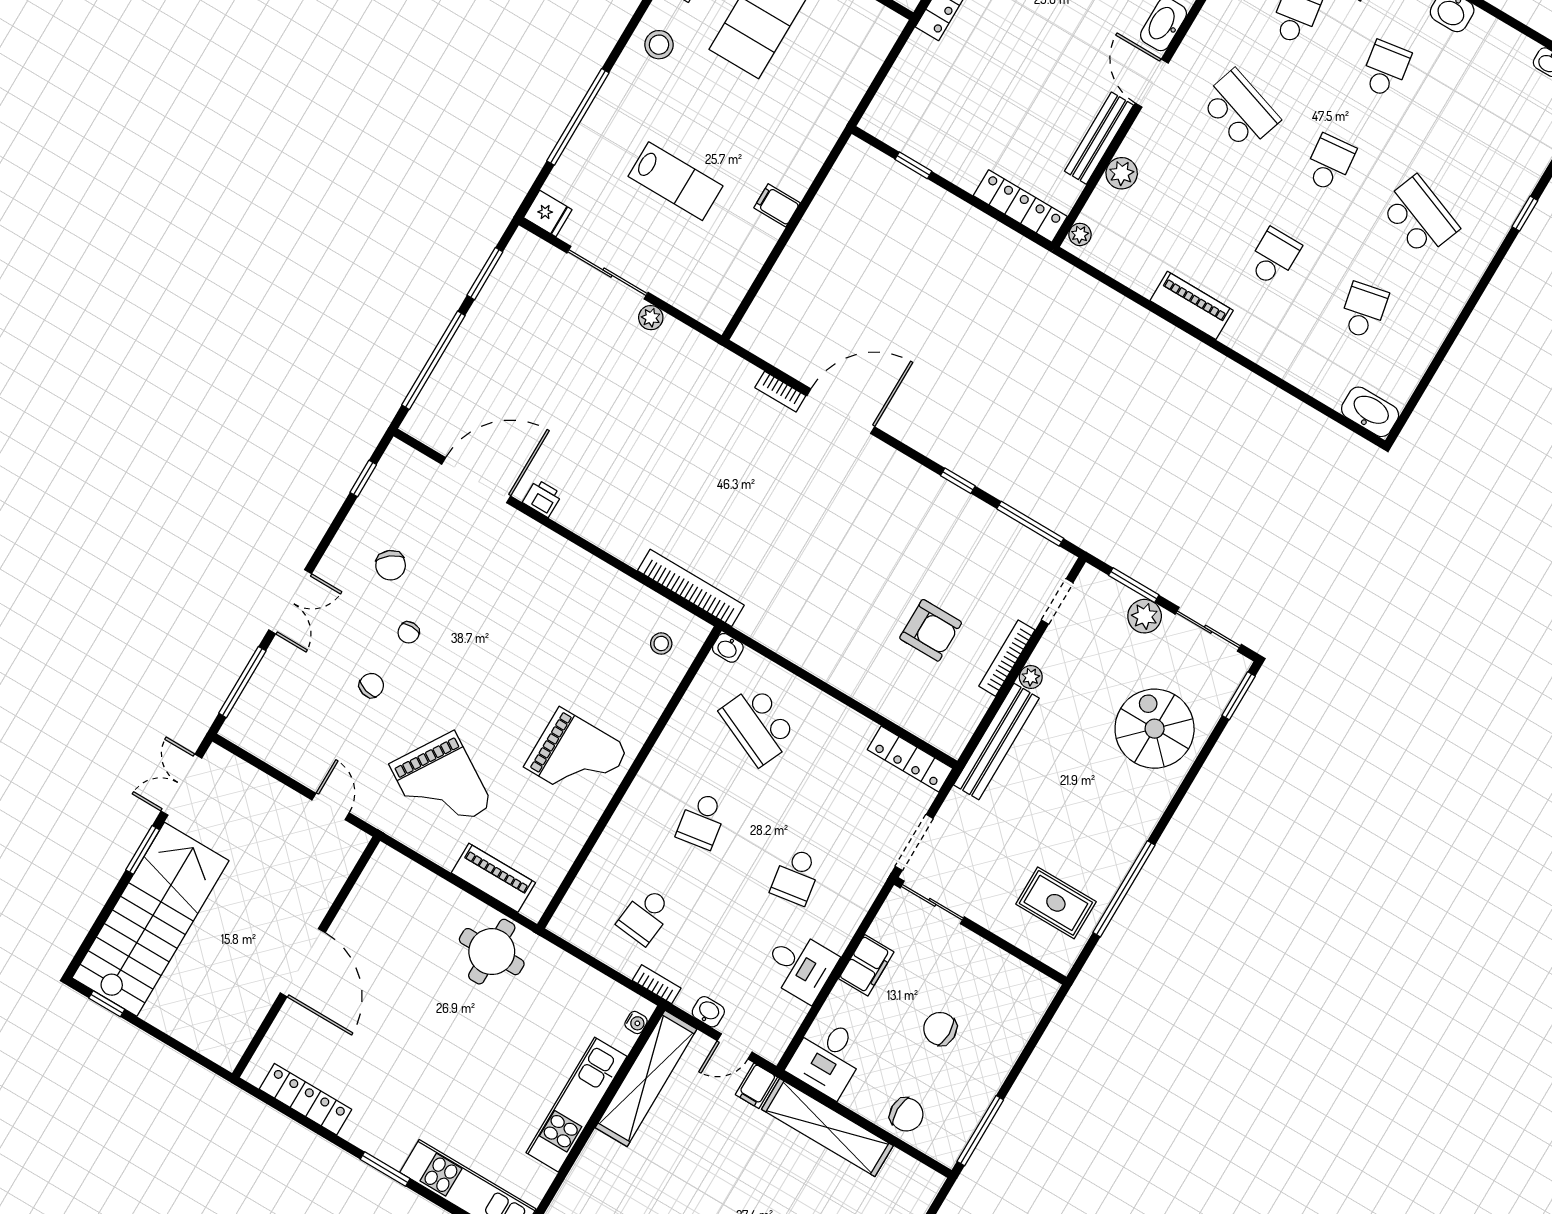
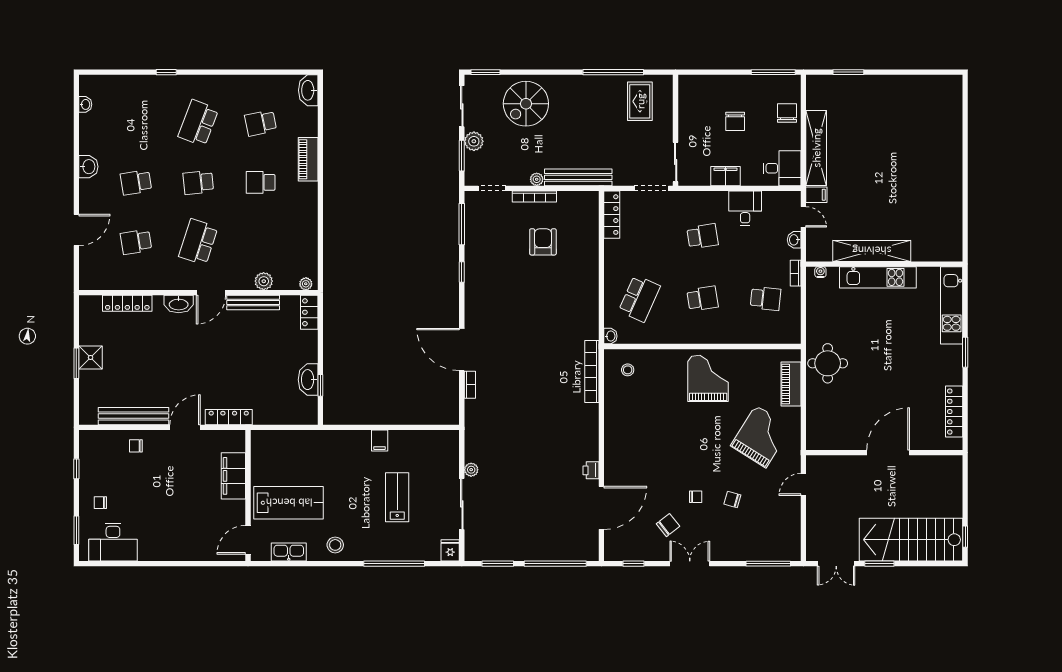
washbasin: (933, 152) -> (308, 380), added
locker: (1020, 206) -> (309, 312), width x0.66
piano: (1192, 305) -> (308, 159), moved
door: (476, 480) -> (601, 508), swing flipped
double door: (290, 602) -> (690, 564), moved
shelving: (646, 1078) -> (872, 251), moved

